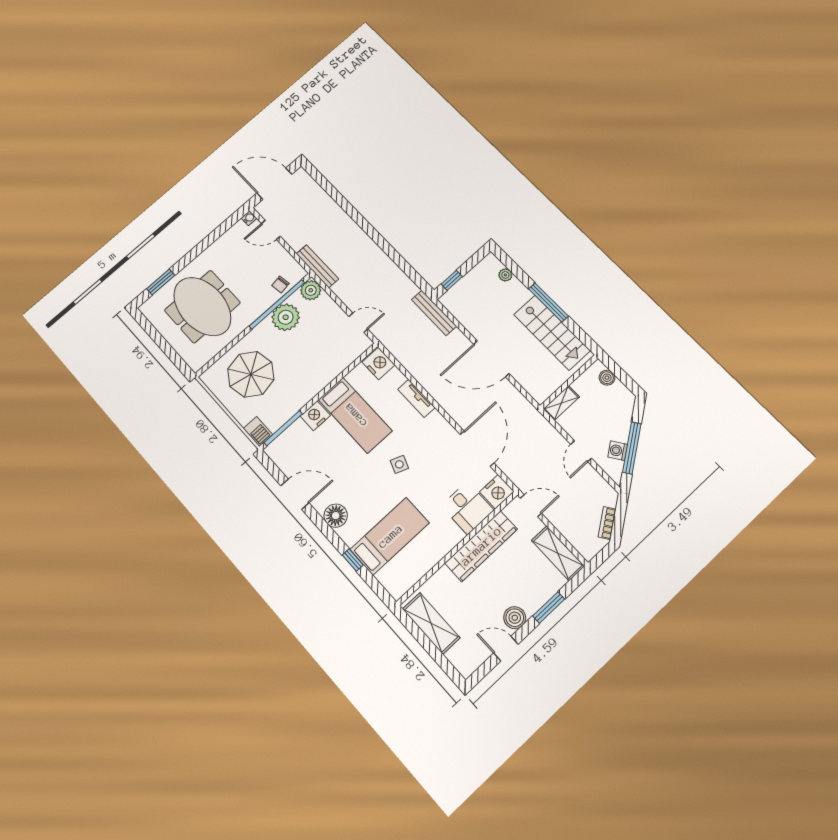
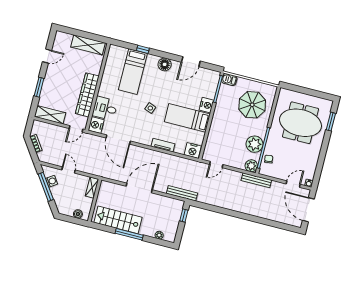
door: (274, 184) -> (308, 210), swing flipped
boiler: (515, 618) -> (52, 72), removed

